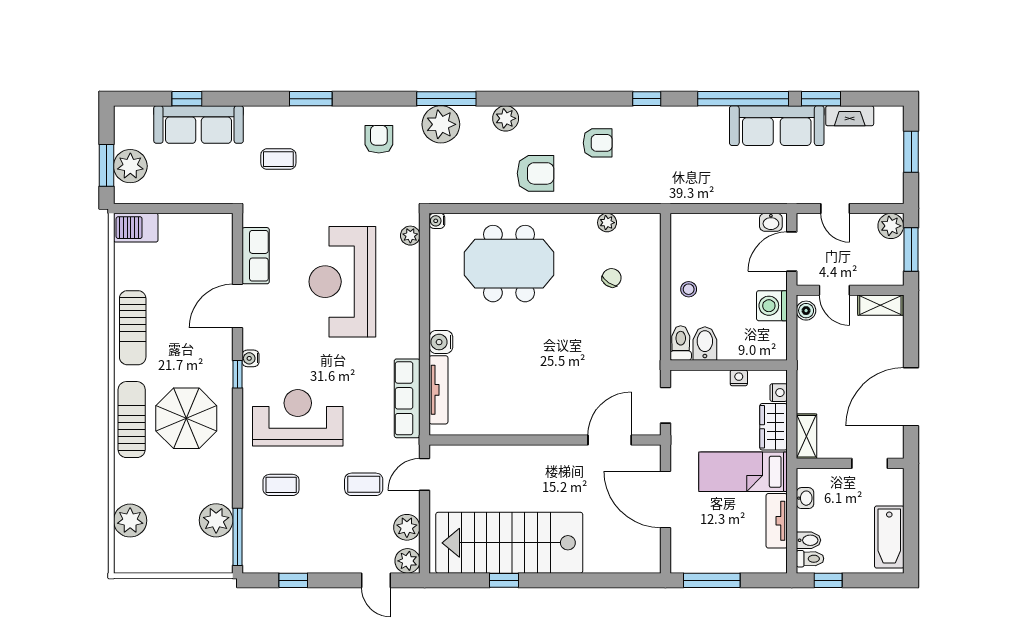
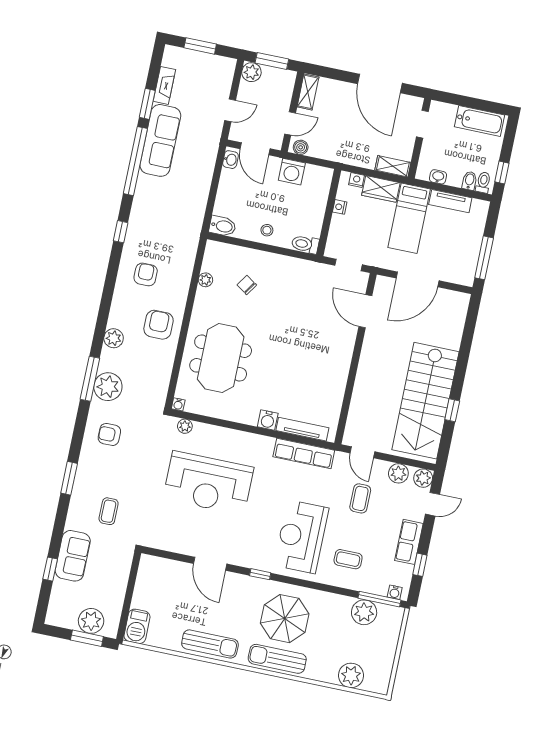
sofa: (199, 125) -> (73, 556), width x0.73
row of seats: (256, 256) -> (409, 542), moved, turned -90
bidet: (705, 344) -> (223, 226), moved, turned 180
water cooler: (251, 358) -> (395, 592), moved
coffee table: (281, 485) -> (348, 559), turned 90

